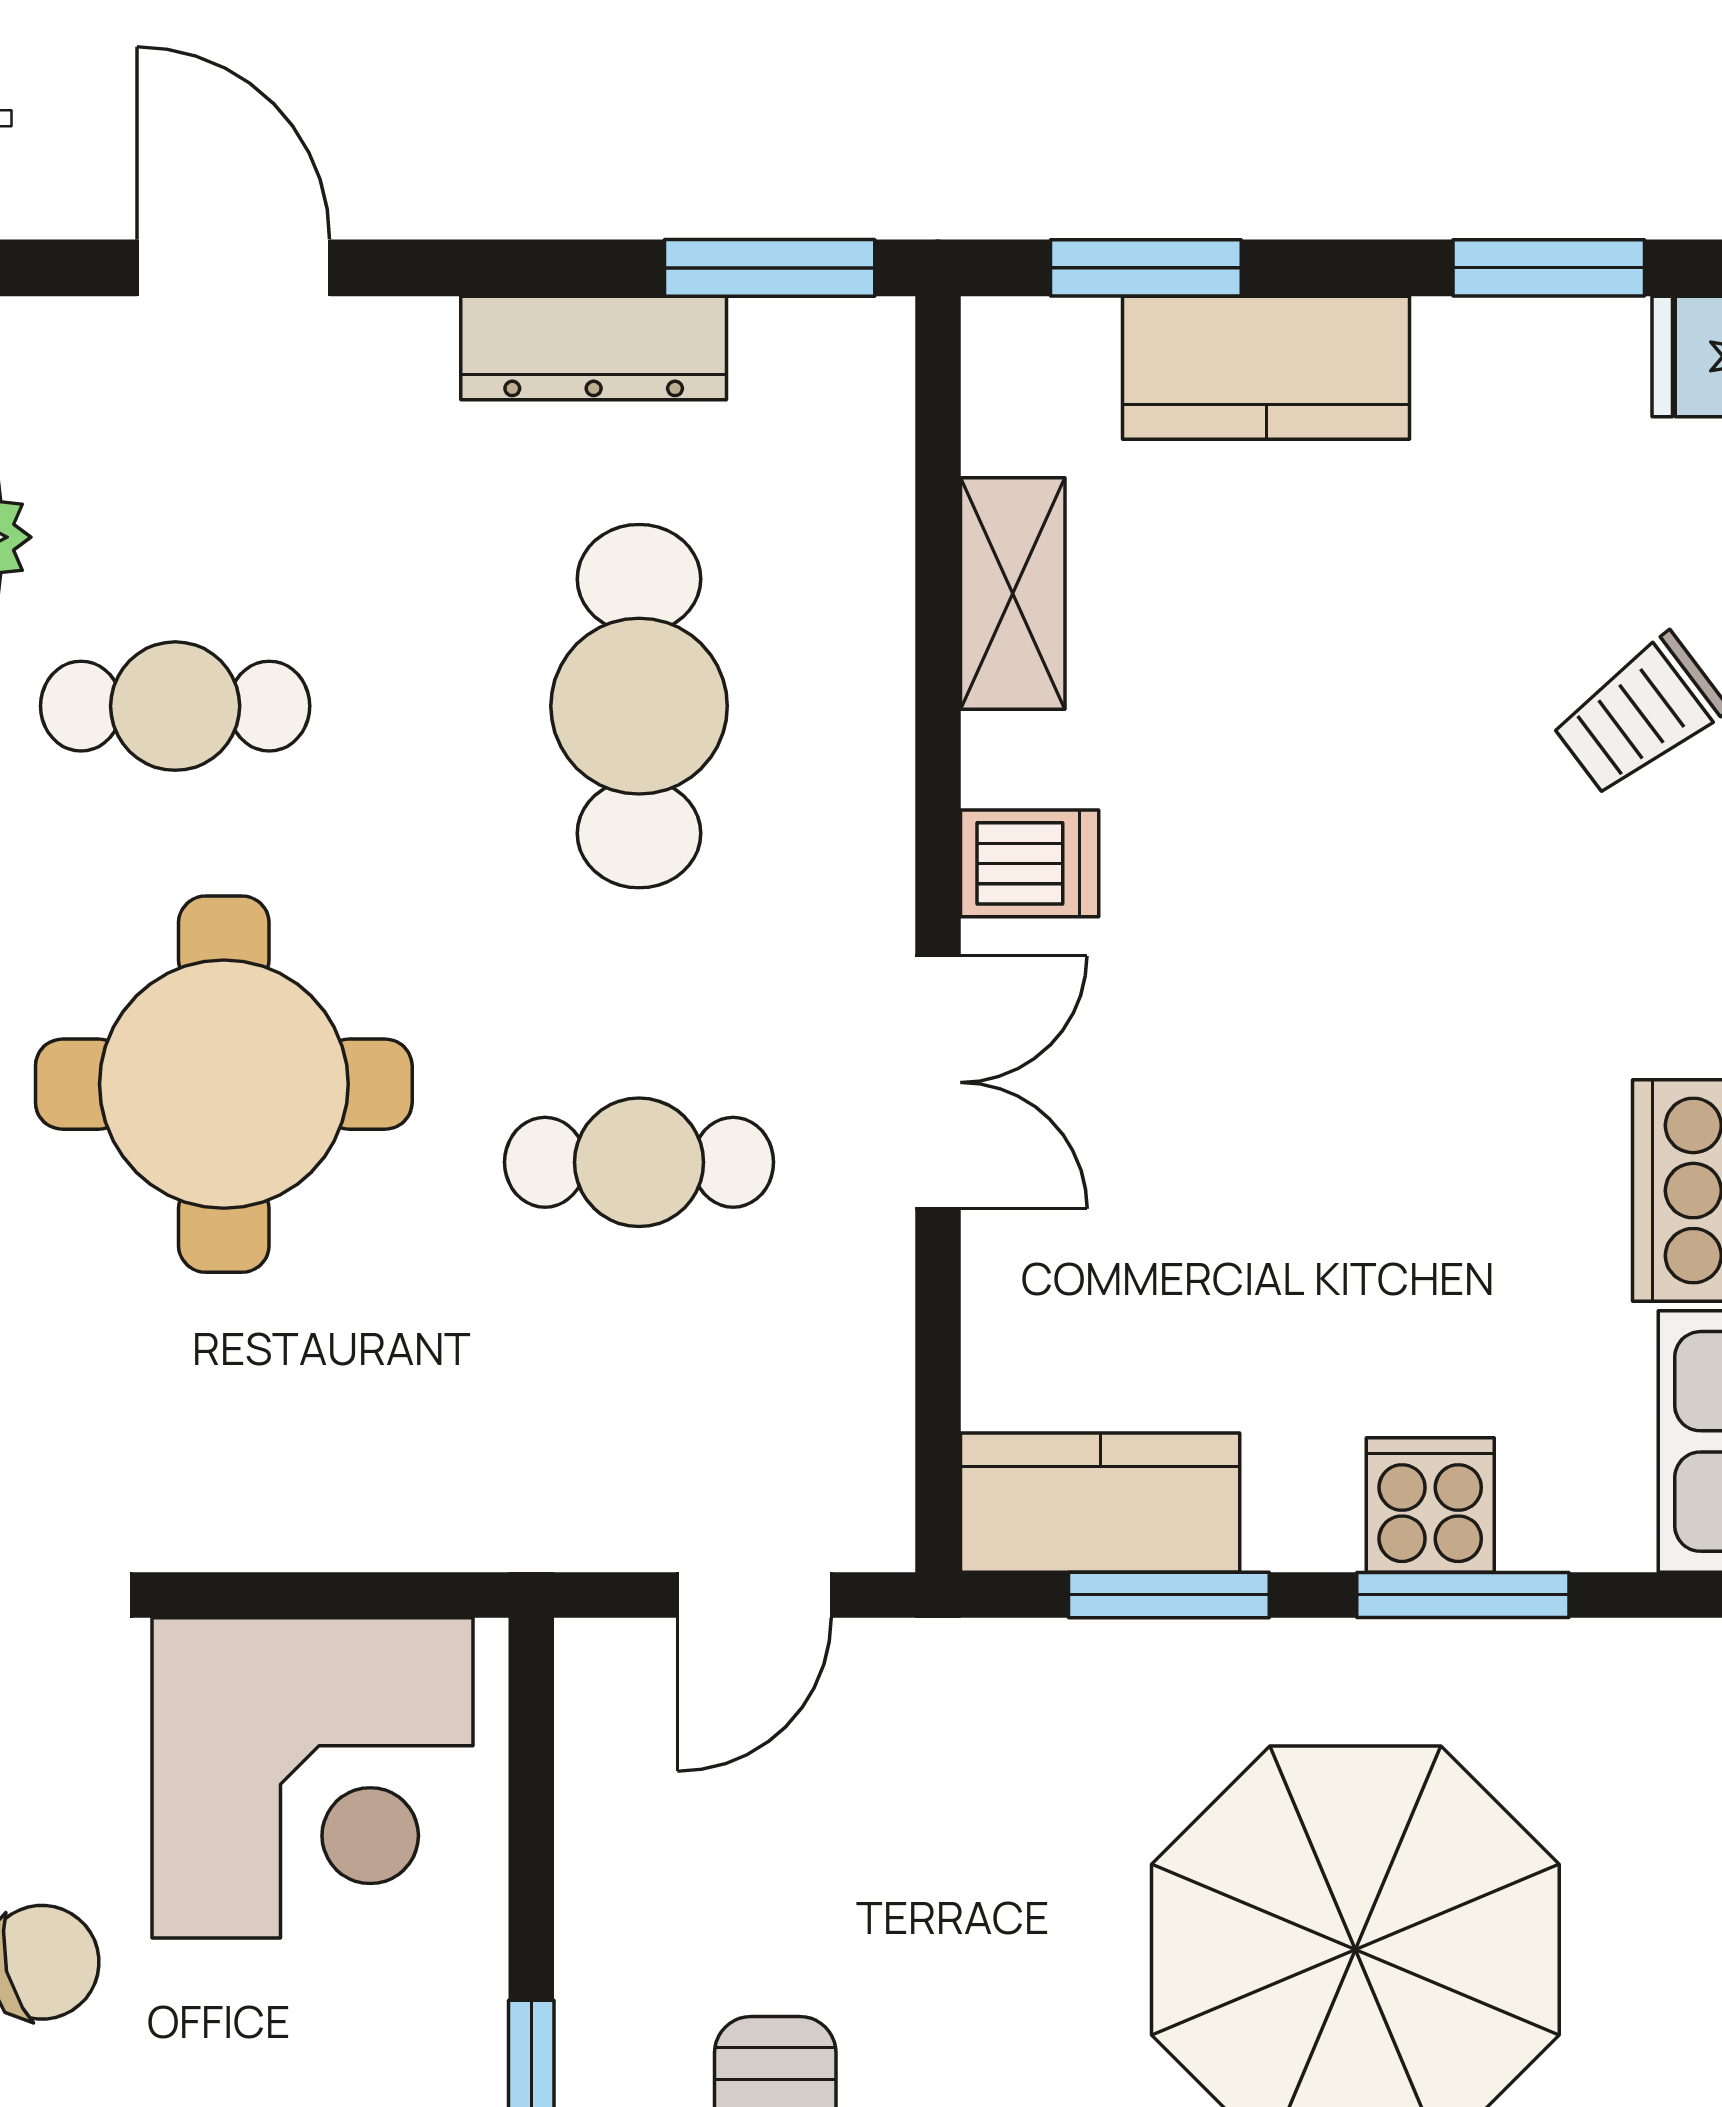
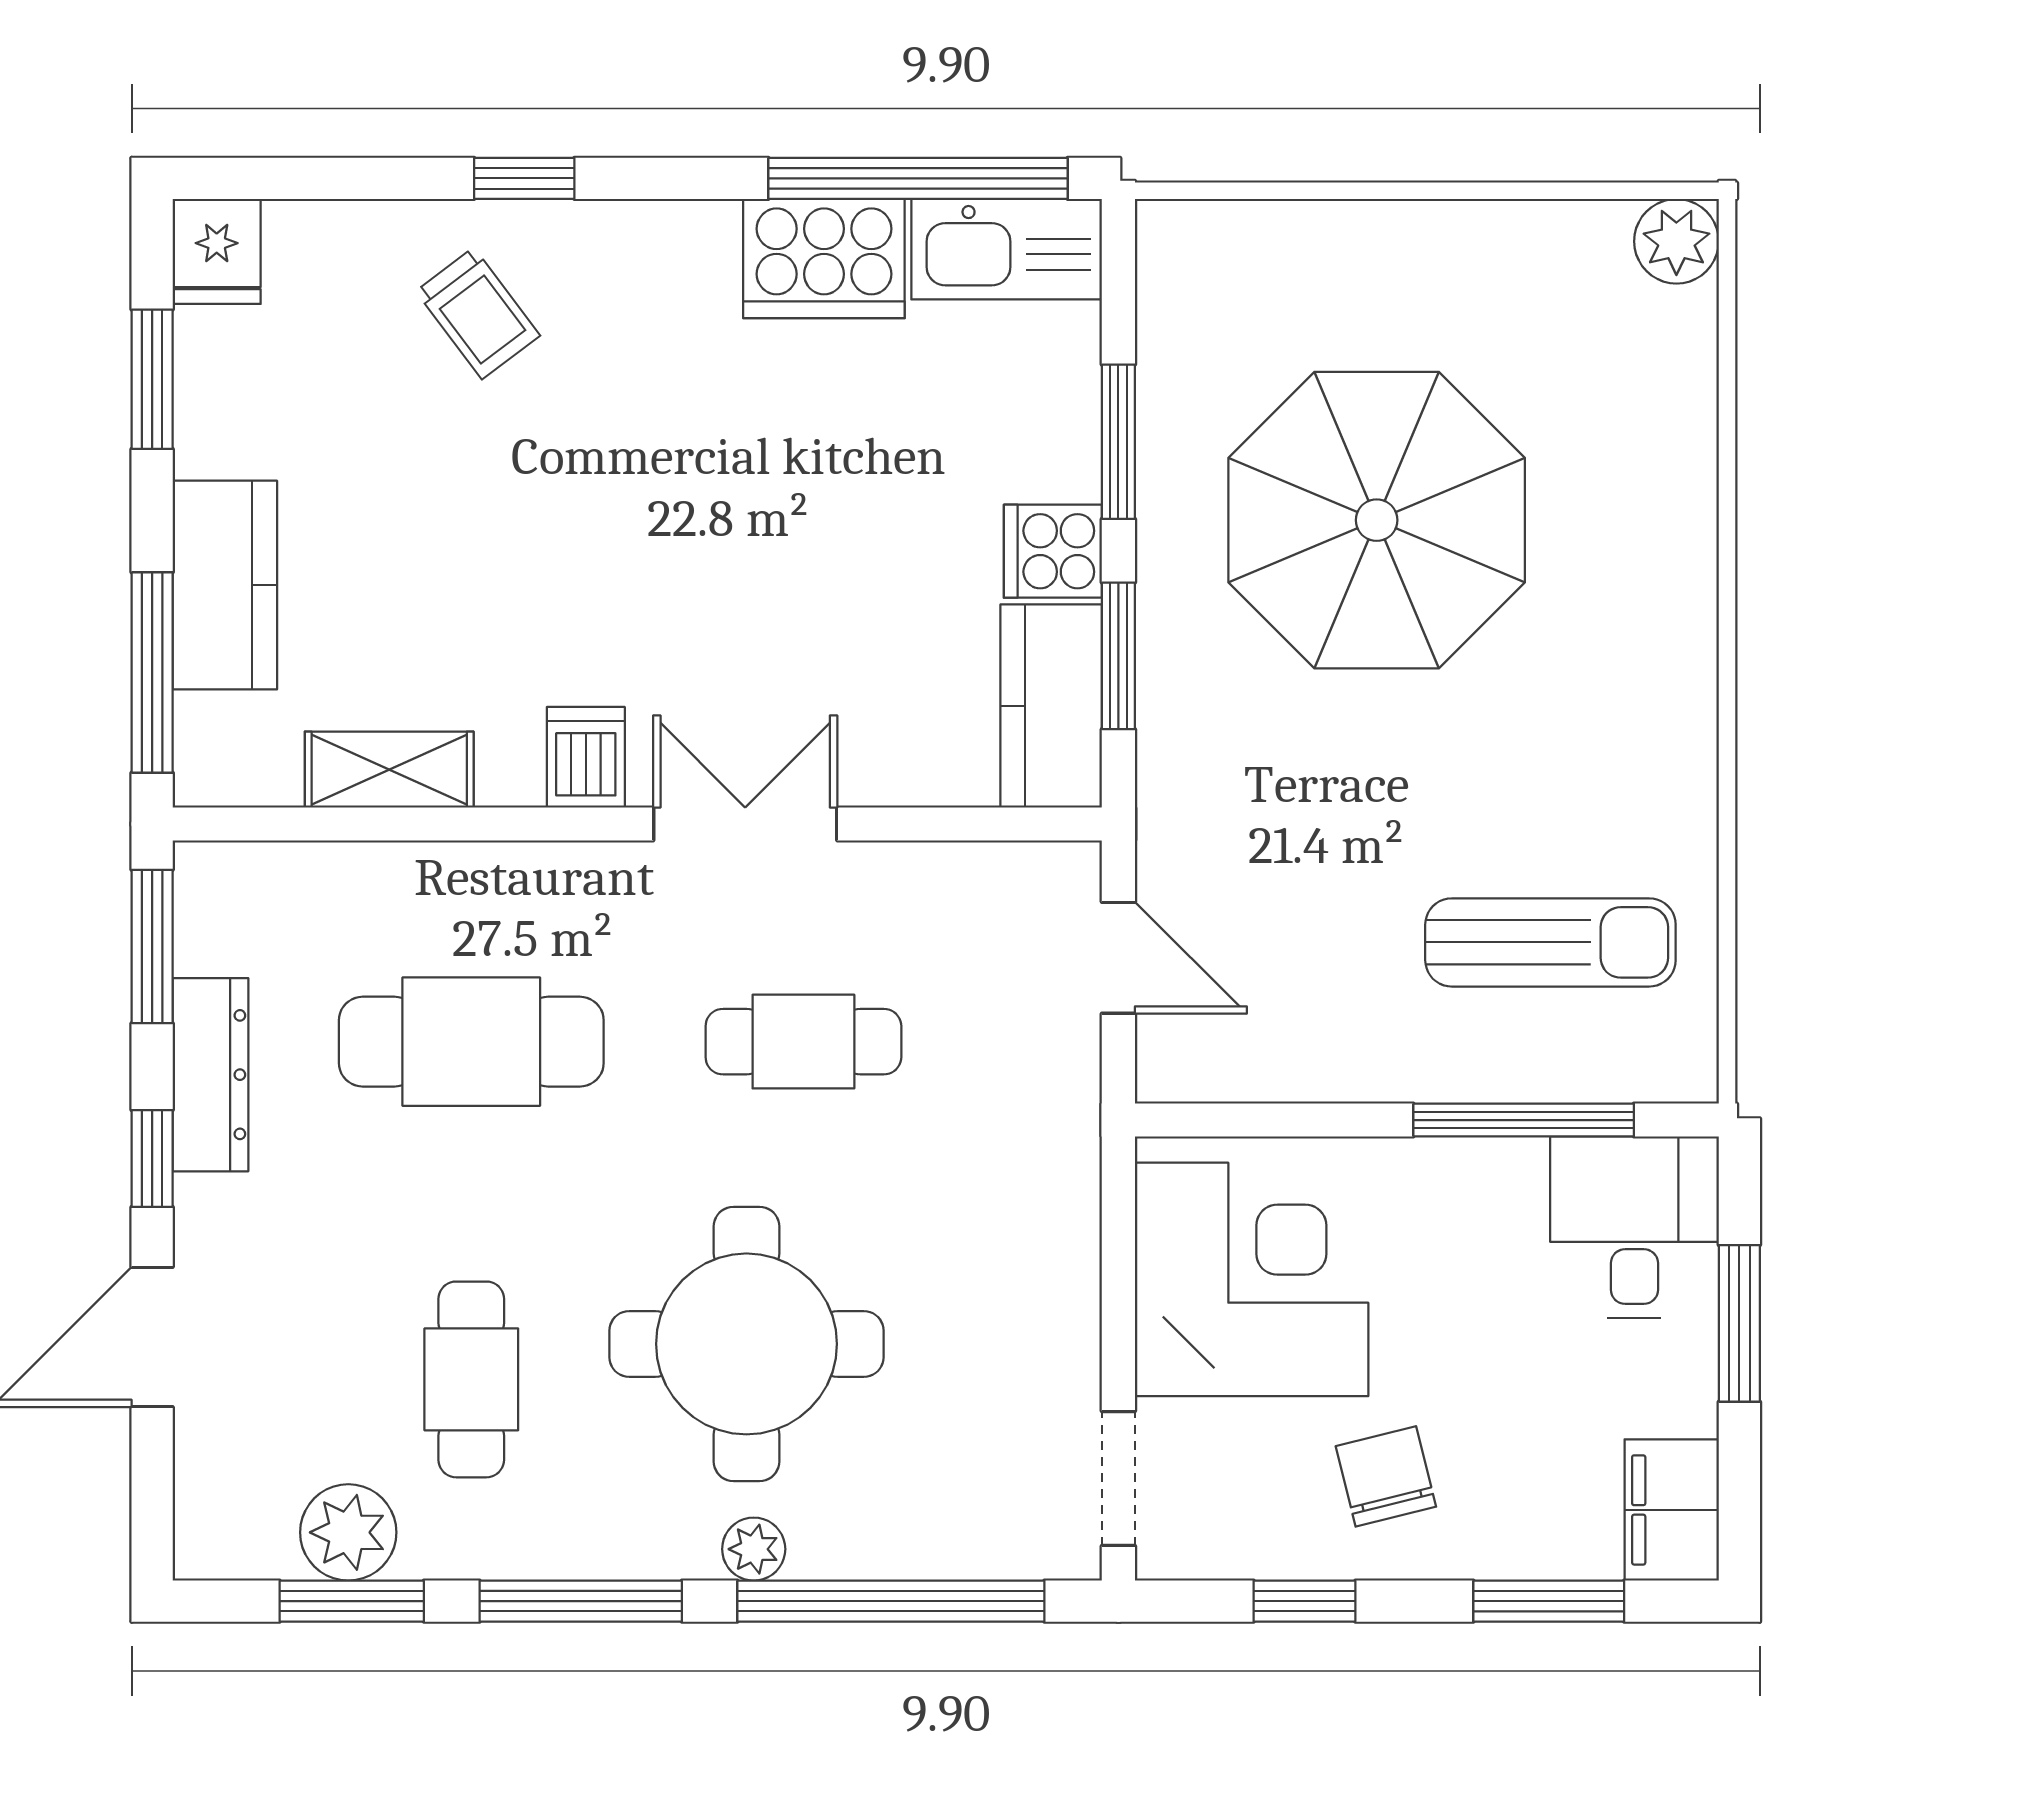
window: (478, 268) -> (152, 1159), added
window: (1146, 268) -> (152, 673), width x1.44
cafe table: (639, 1162) -> (803, 1042), turned 90
cooker: (1430, 1505) -> (1053, 551), moved

